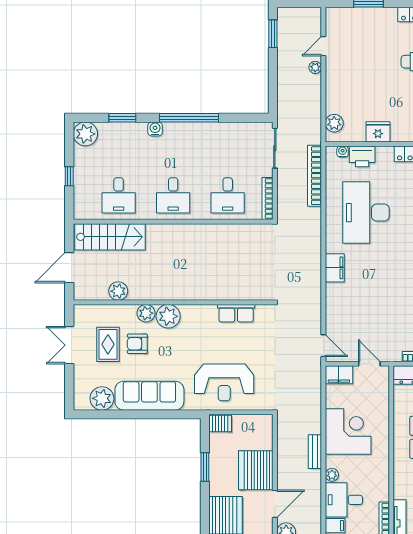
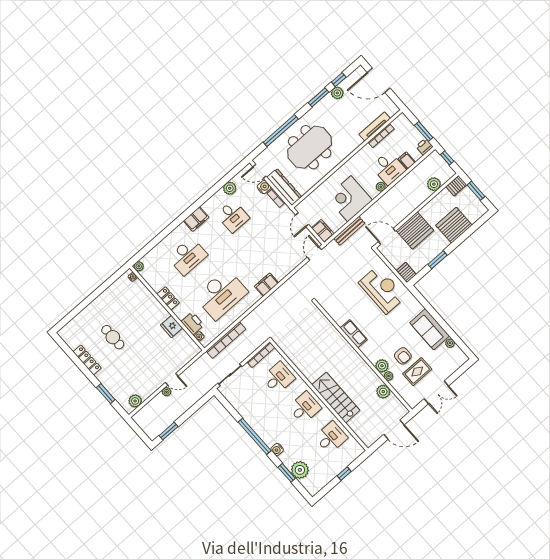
door: (323, 46) -> (172, 379), moved
plant: (334, 123) -> (135, 401), moved
plant: (85, 134) -> (300, 470), moved
stairs: (110, 237) -> (336, 397), moved
row of seats: (236, 313) -> (354, 334), moved
plant: (168, 316) -> (389, 376), moved, width x0.53, depth x0.53
sofa: (149, 396) -> (430, 329), width x0.73
plant: (102, 398) -> (450, 343), width x0.53, depth x0.53
bench: (315, 452) -> (349, 231), moved, width x1.36
door: (275, 504) -> (387, 236), moved

